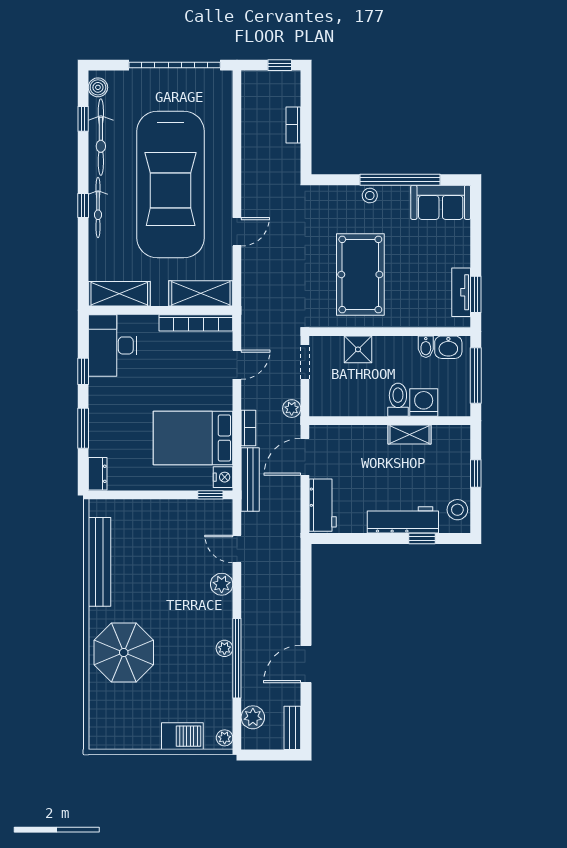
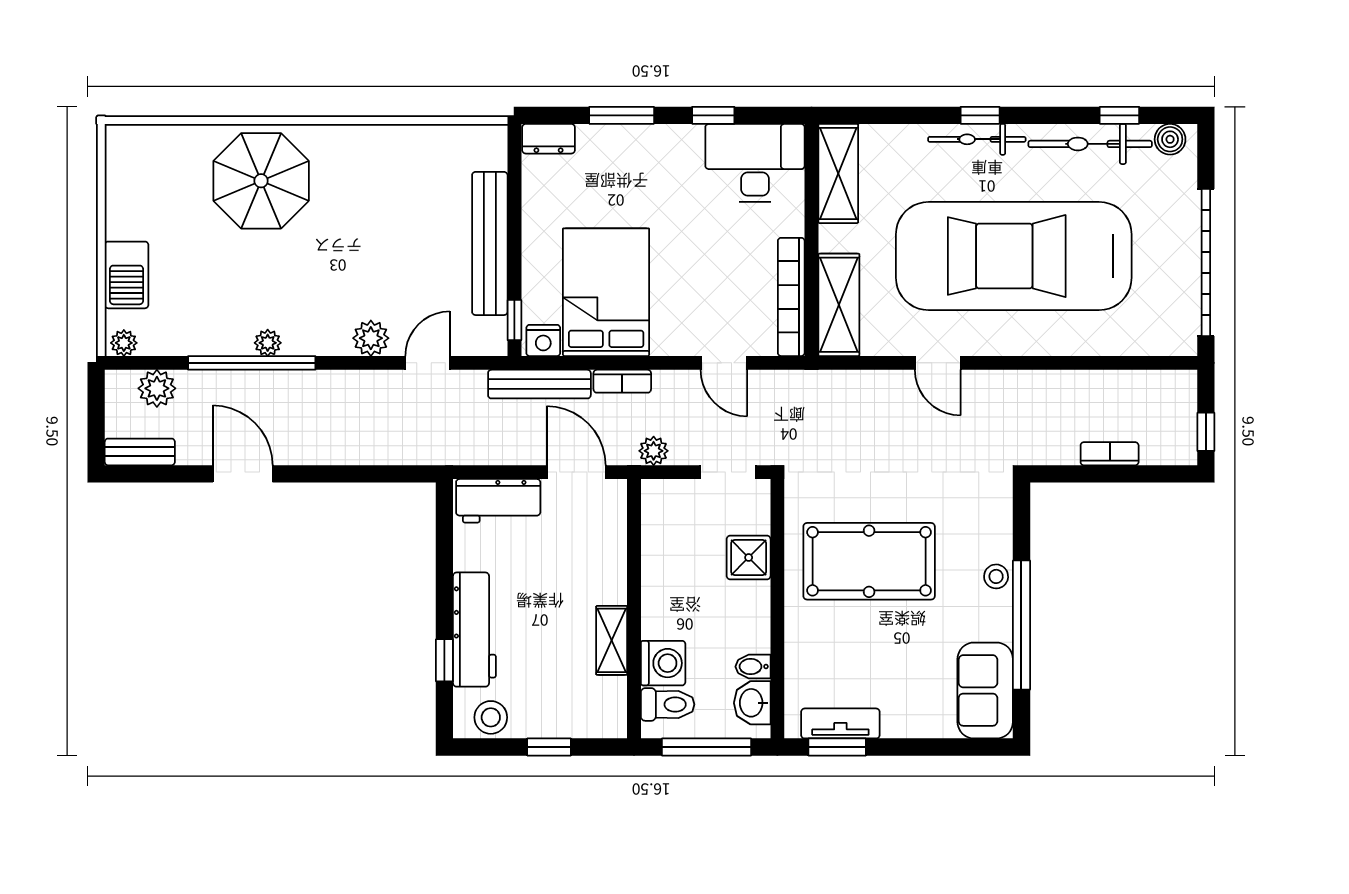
toilet: (398, 400) -> (668, 704), moved
bench: (99, 562) -> (490, 243), moved, turned 90

